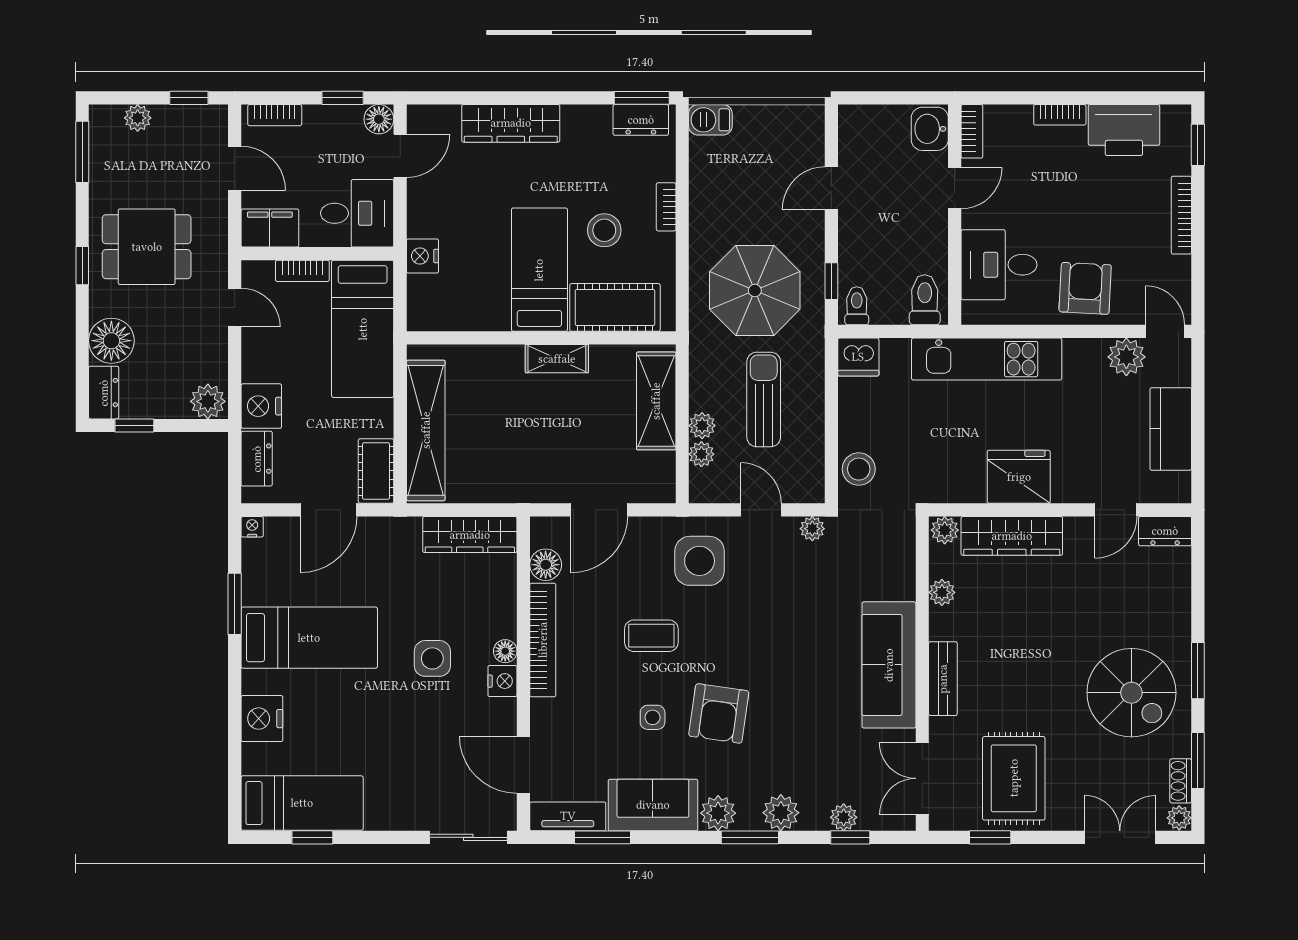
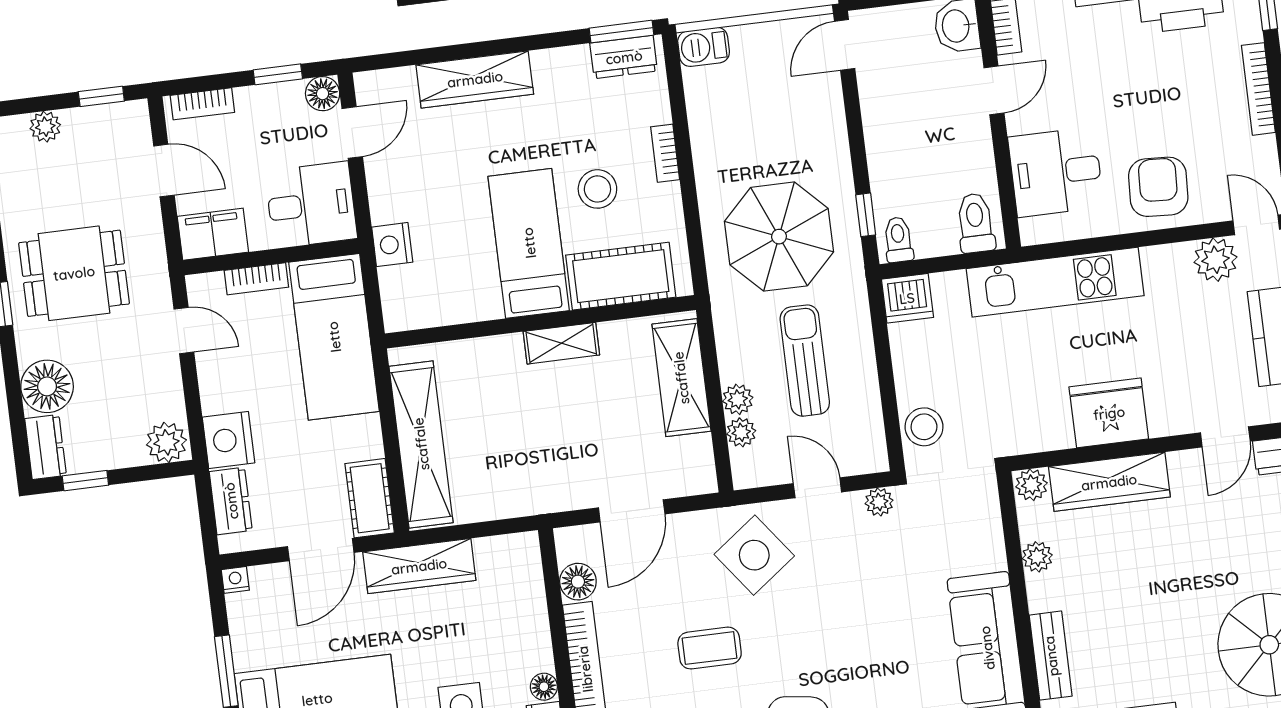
door: (831, 188) -> (845, 45), moved
wardrobe: (470, 535) -> (419, 566), moved
side table: (700, 561) -> (754, 555), turned -37

